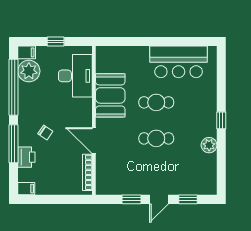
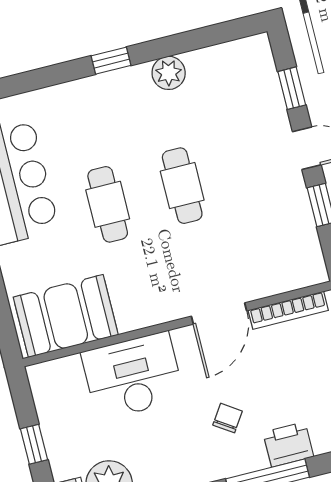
desk: (75, 76) -> (133, 376), moved
booth: (110, 95) -> (66, 316), moved

